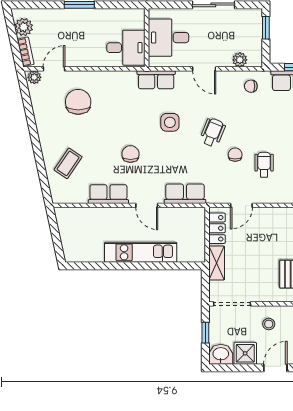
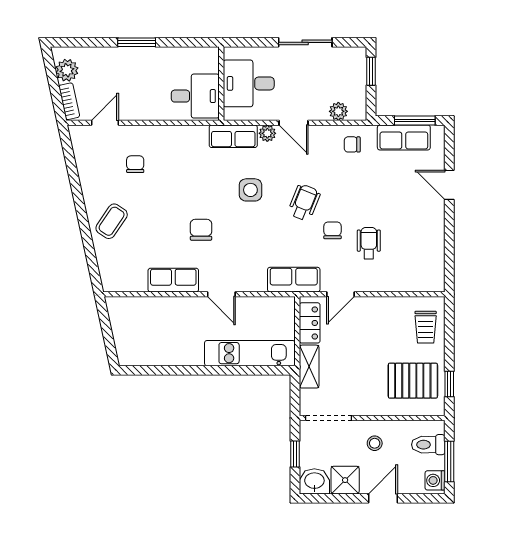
plant: (34, 77) -> (267, 133), moved
chair: (78, 102) -> (135, 164), width x0.54, depth x0.54
coffee table: (68, 163) -> (112, 221), moved
row of seats: (185, 194) -> (294, 280), moved
kitchen unit: (141, 252) -> (250, 353), moved

